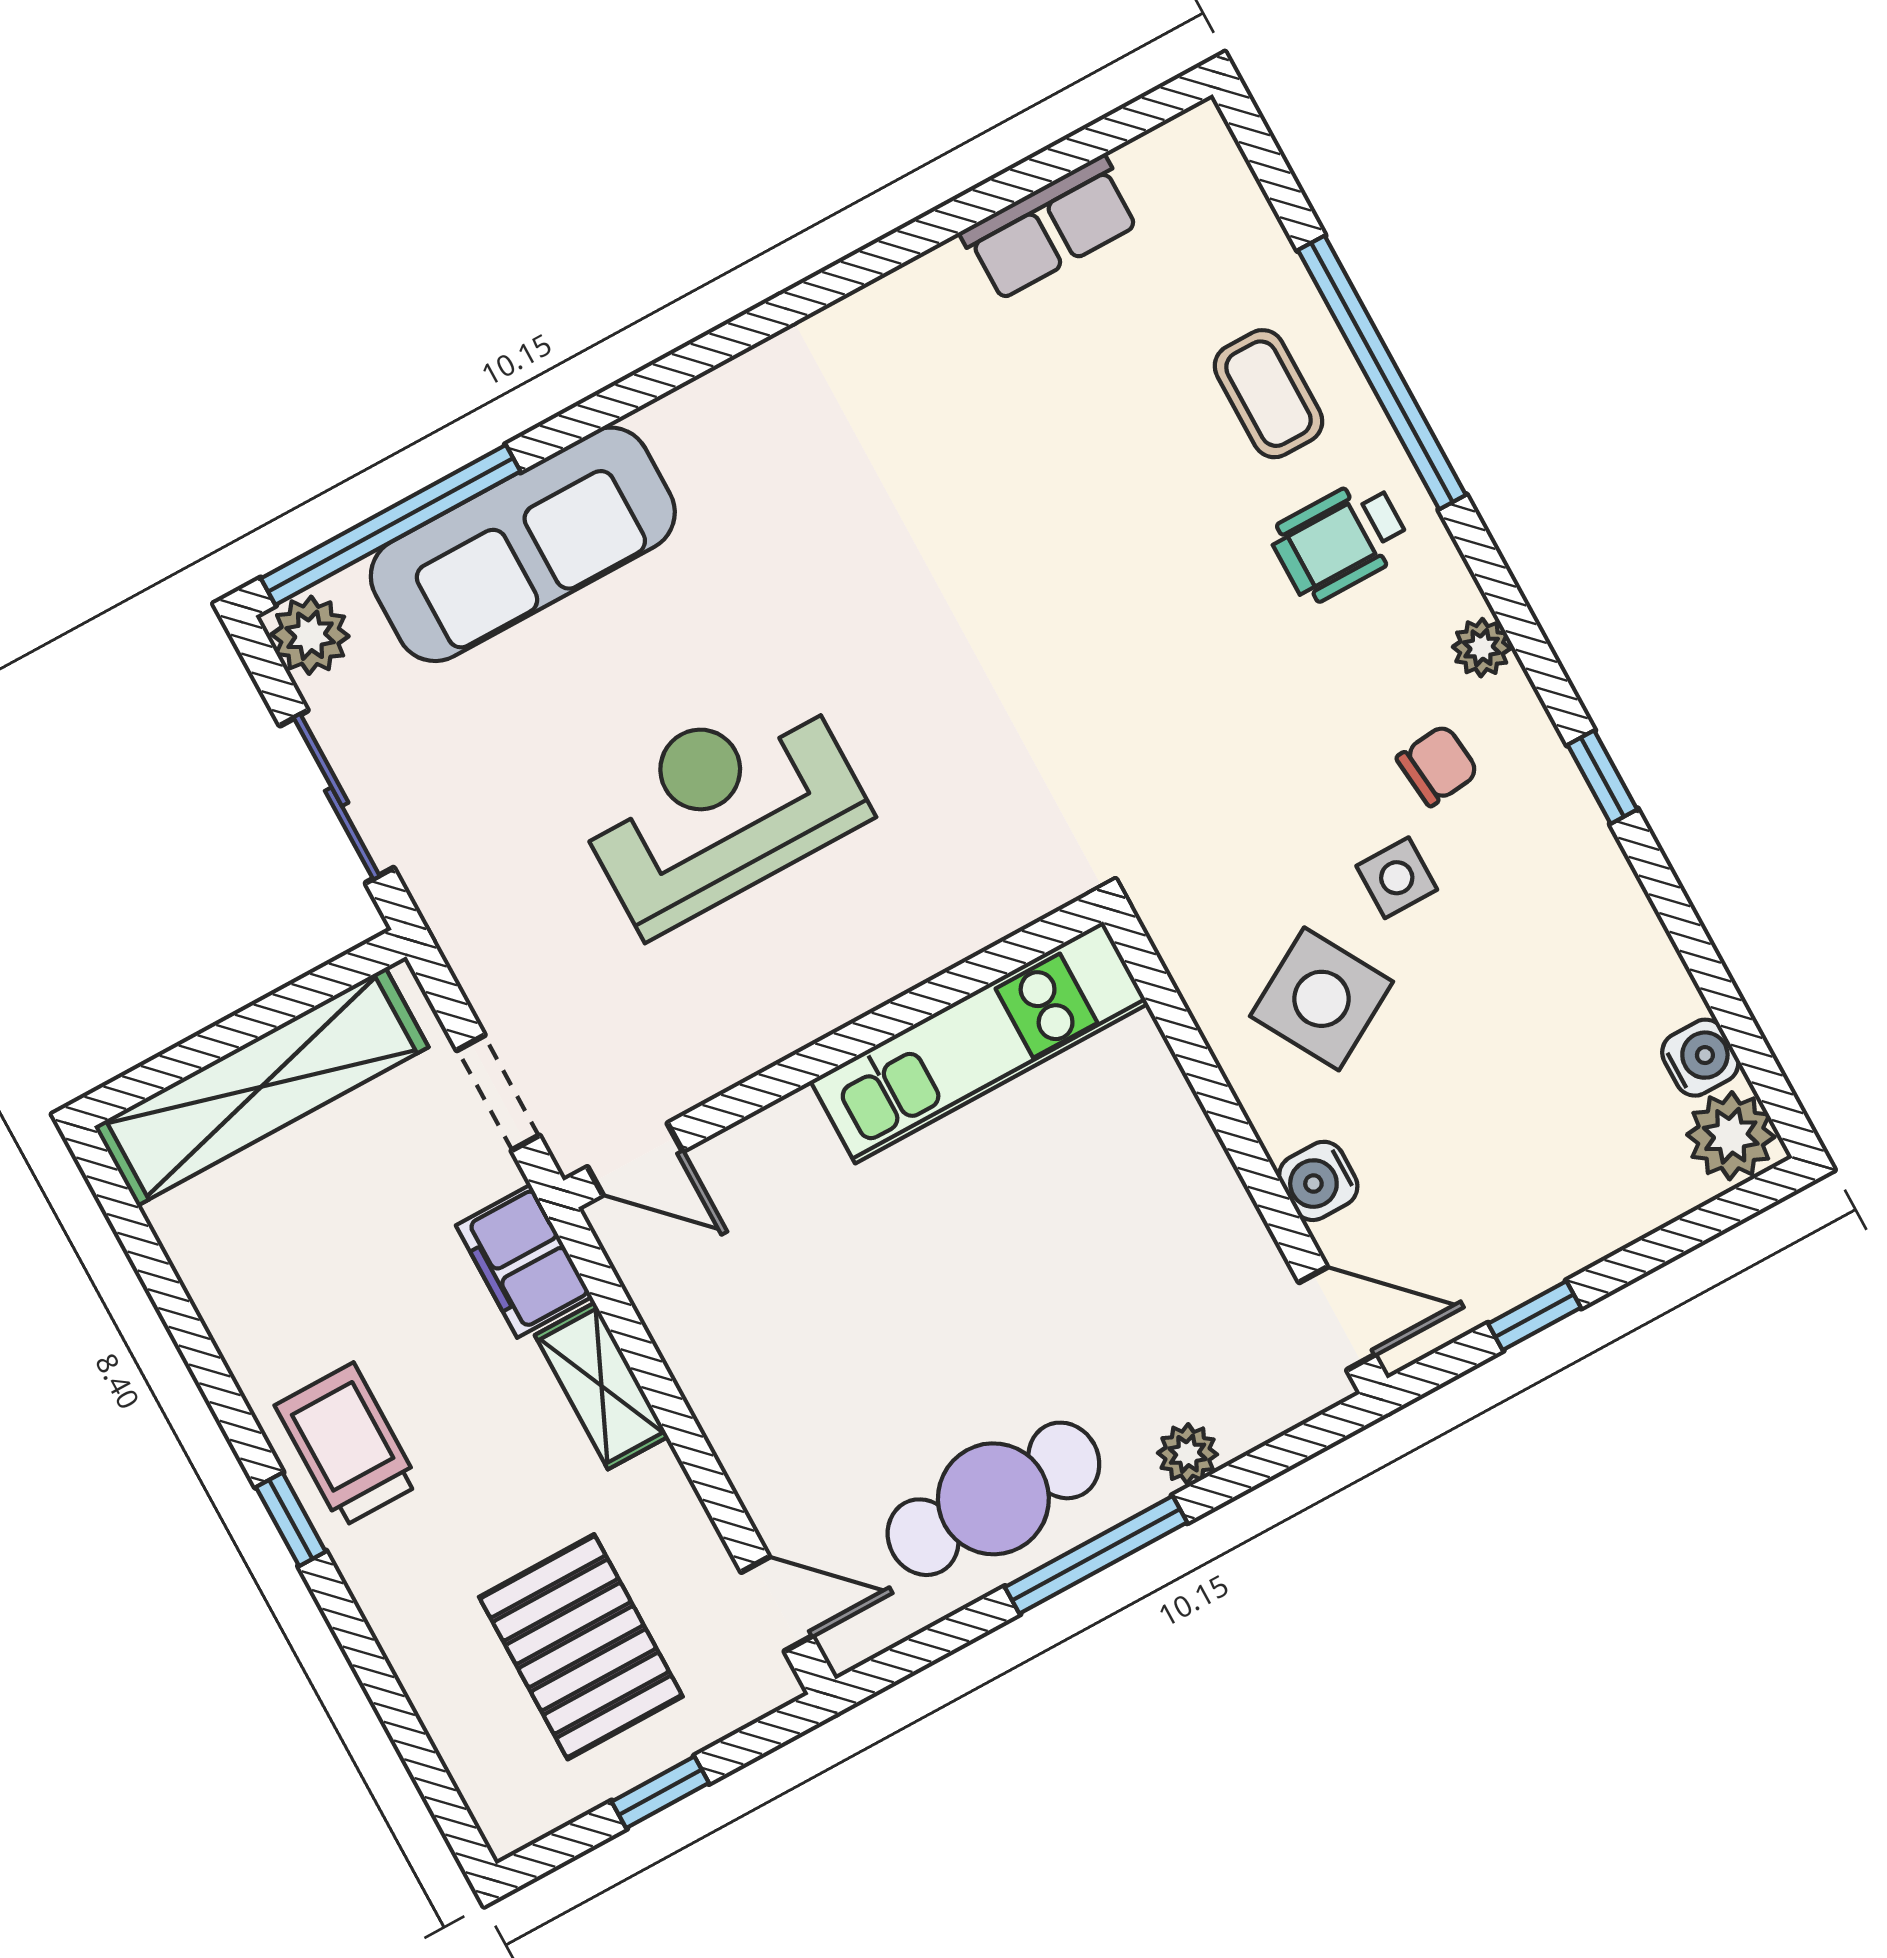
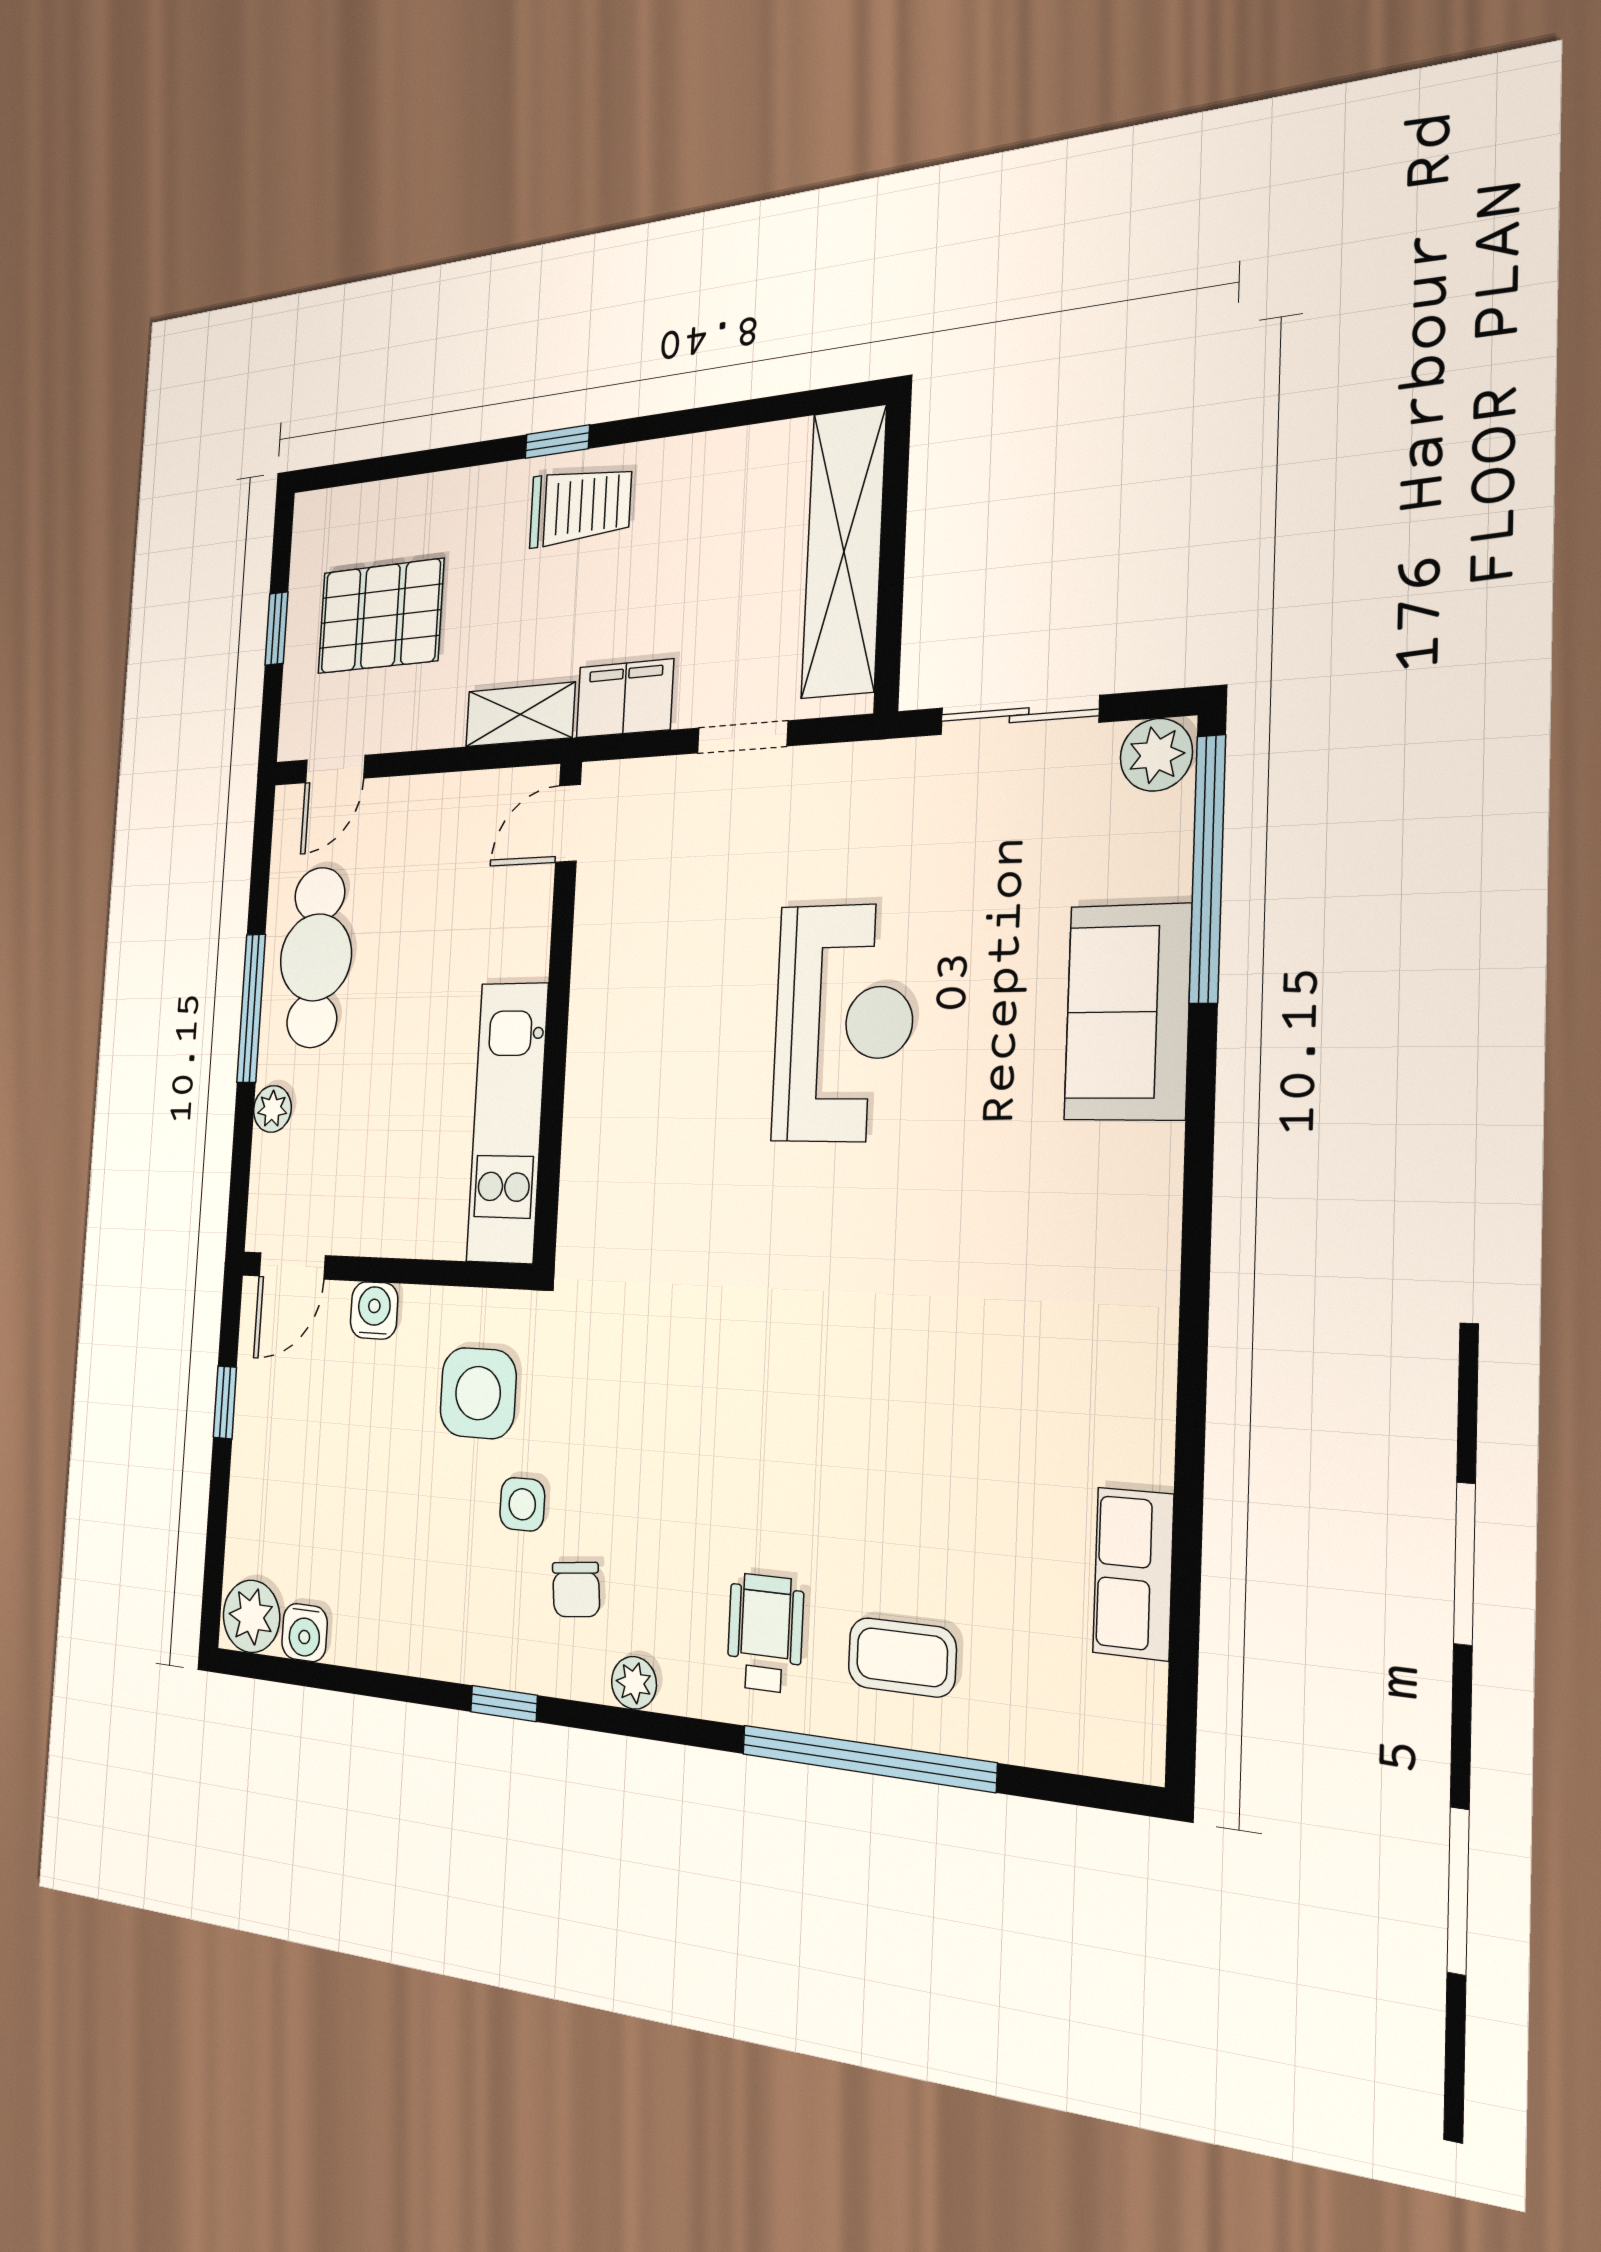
sofa: (523, 544) -> (1128, 1012), width x0.73
side table: (1322, 999) -> (478, 1393), turned 30
kitchen unit: (979, 1042) -> (507, 1122), moved
wall: (833, 1051) -> (558, 1011), moved
door: (635, 1159) -> (568, 823), moved

